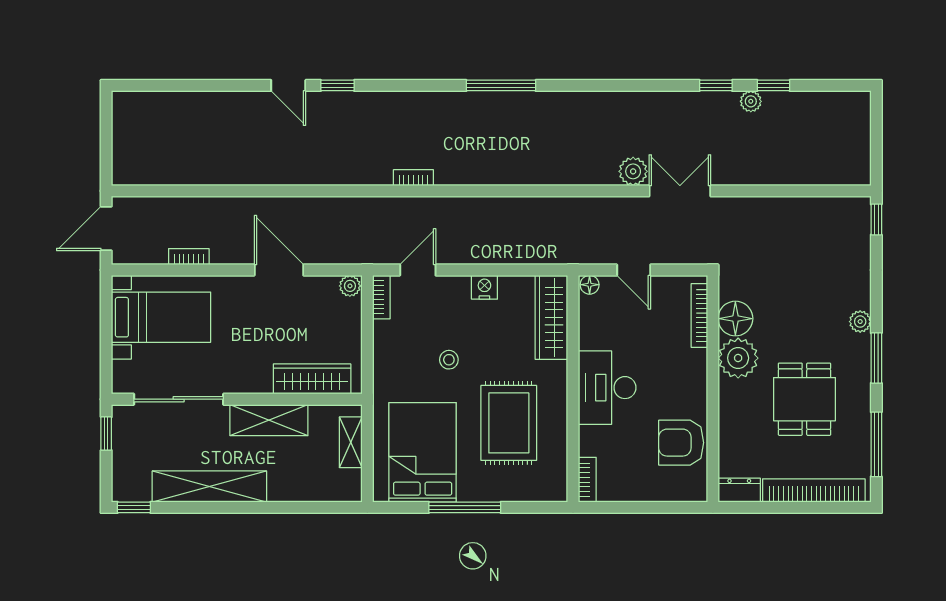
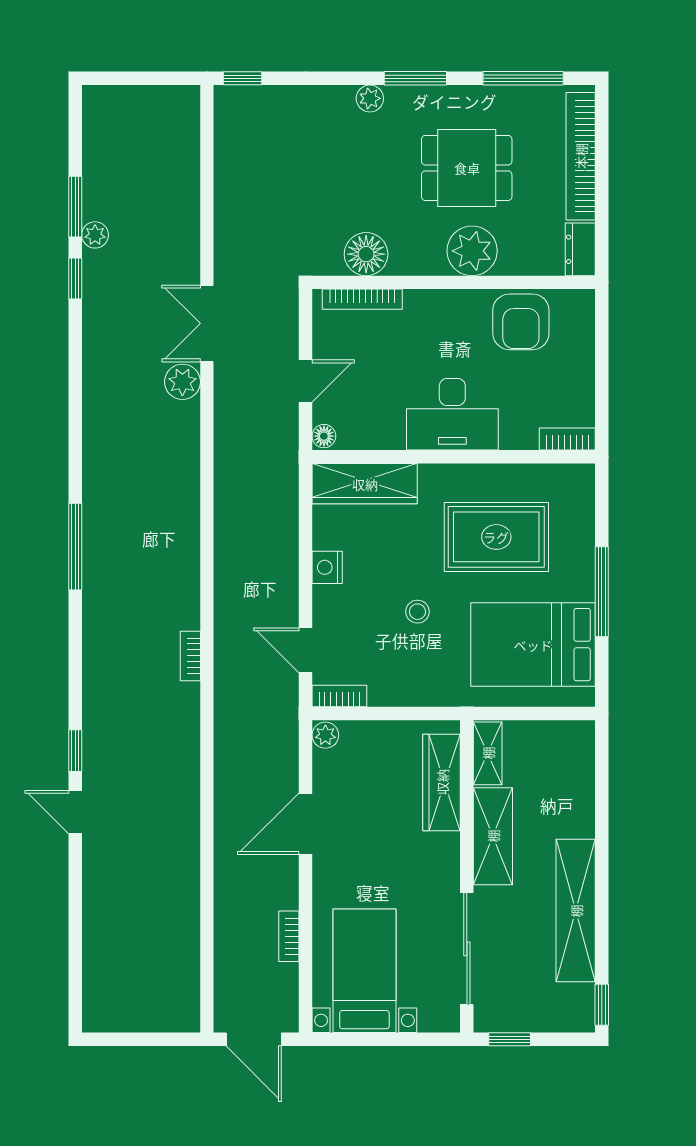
door: (288, 85) -> (75, 812), swing flipped
window: (773, 85) -> (75, 207), width x1.50
plant: (738, 358) -> (472, 251), moved
shelving: (351, 442) -> (488, 753), moved, turned 90

